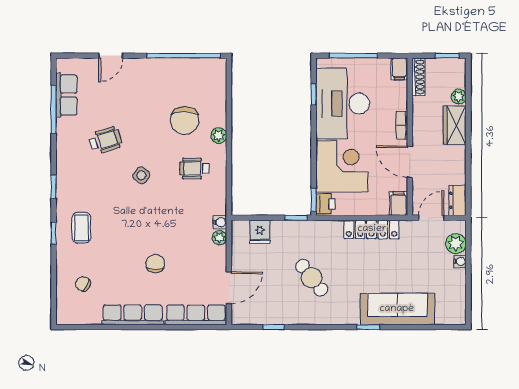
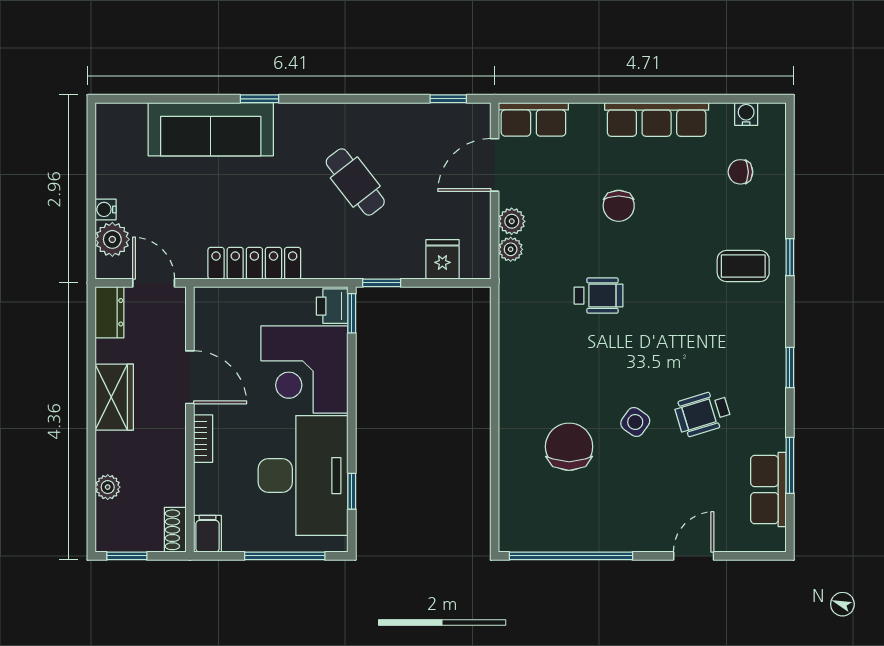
shoe rack: (419, 77) -> (175, 530), width x0.70
window: (54, 109) -> (790, 465), width x0.69
wardrobe: (455, 125) -> (114, 397), moved
plant: (219, 136) -> (512, 221), moved
wheelchair: (194, 168) -> (599, 296), moved
side table: (141, 175) -> (635, 422), moved
window: (54, 187) -> (790, 367), moved
filing cabinet: (399, 203) -> (209, 307), removed
door: (431, 218) -> (154, 283), swing flipped
water cooler: (220, 222) -> (746, 114), moved, turned 90
coffee table: (81, 228) -> (743, 266), turned 90
chair: (83, 284) -> (740, 172), turned 148
row of seats: (196, 315) -> (533, 119), width x0.68
window: (274, 327) -> (448, 99), moved

